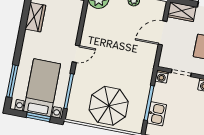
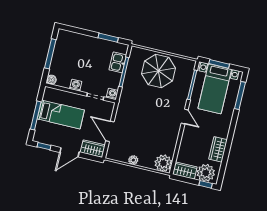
door: (163, 33) -> (110, 131), swing flipped
door: (76, 54) -> (185, 117), swing flipped

